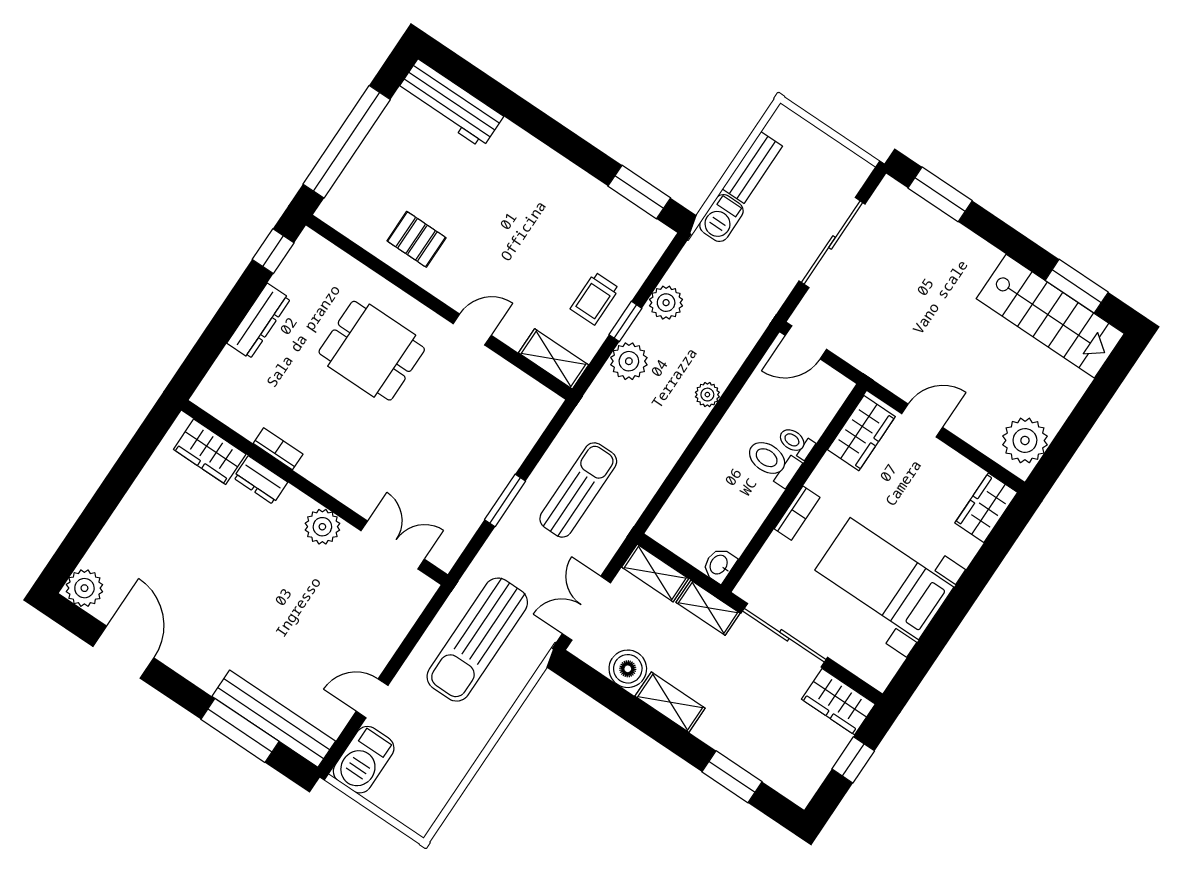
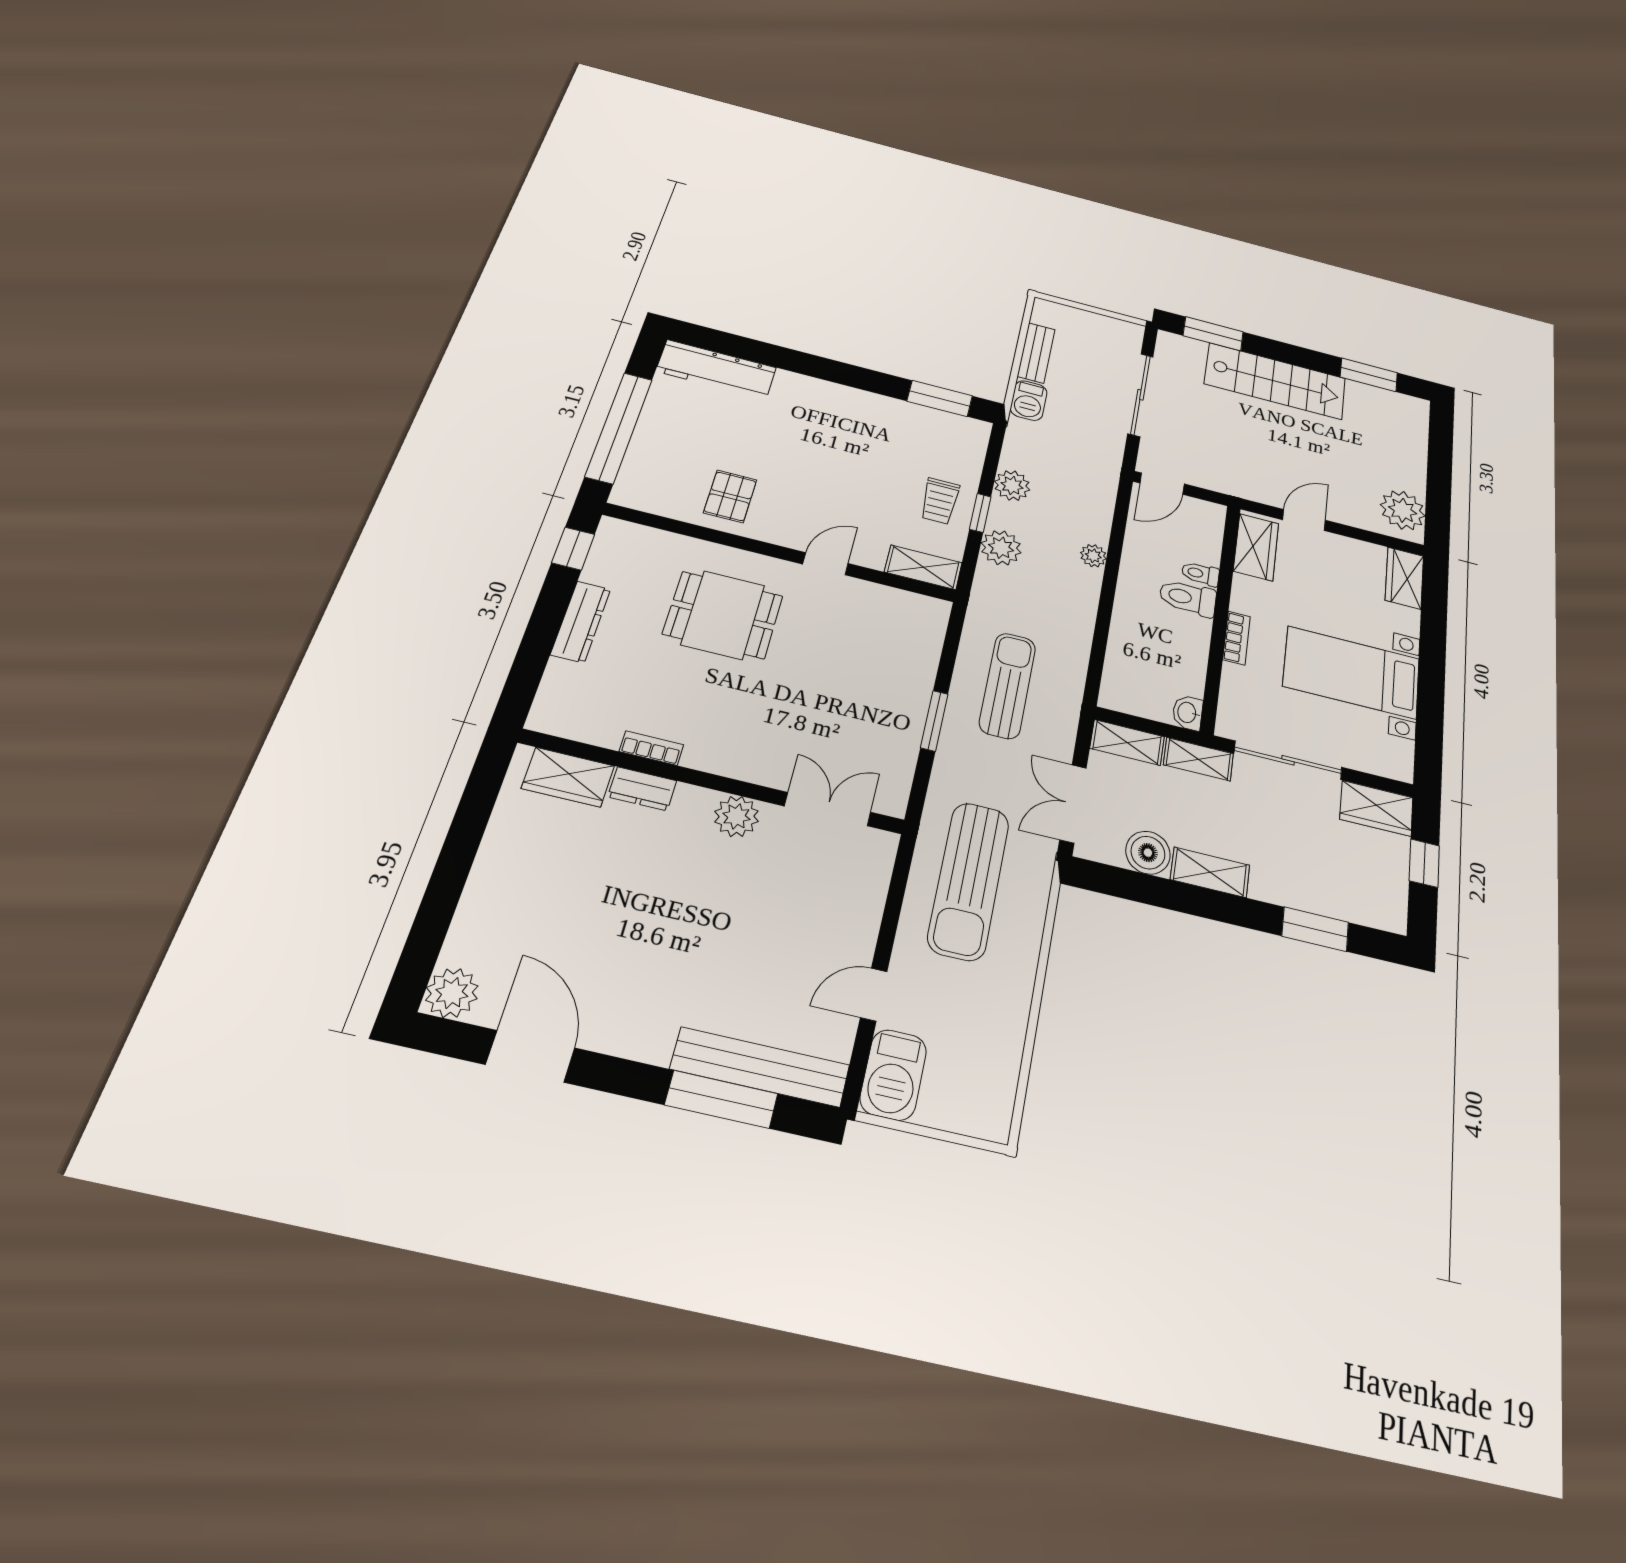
pallet: (416, 239) -> (730, 496), turned 90
stairs: (1050, 316) -> (1275, 381), moved

